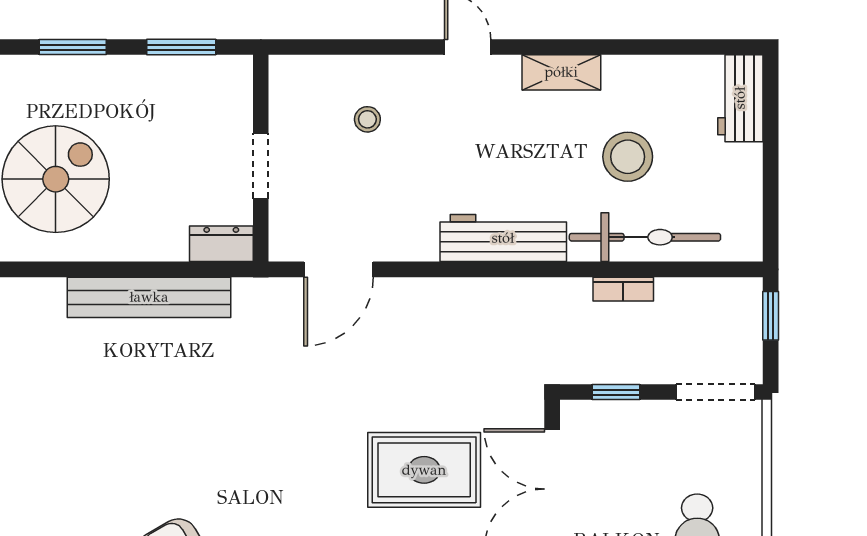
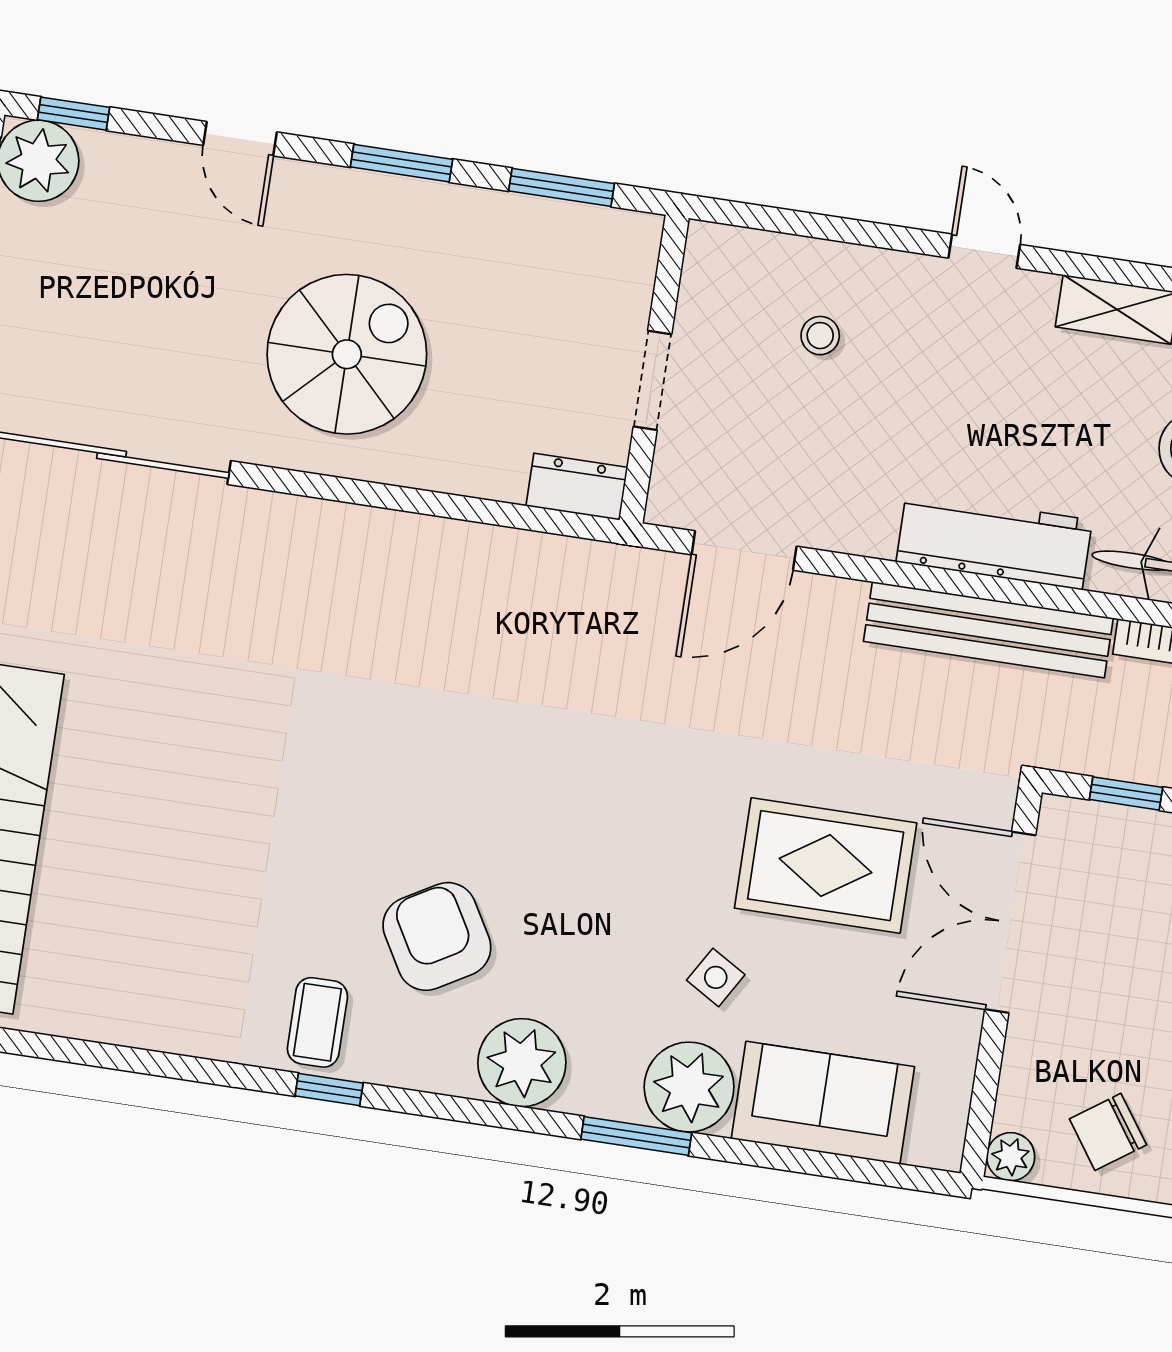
bench: (149, 297) -> (988, 630), moved

